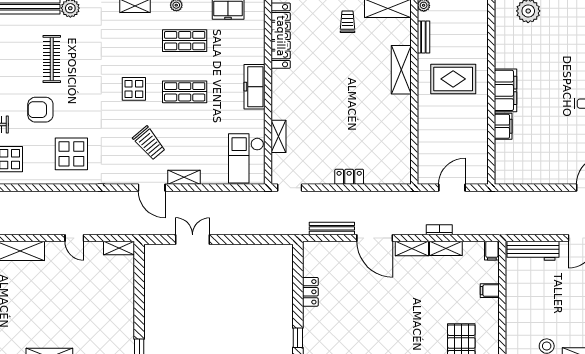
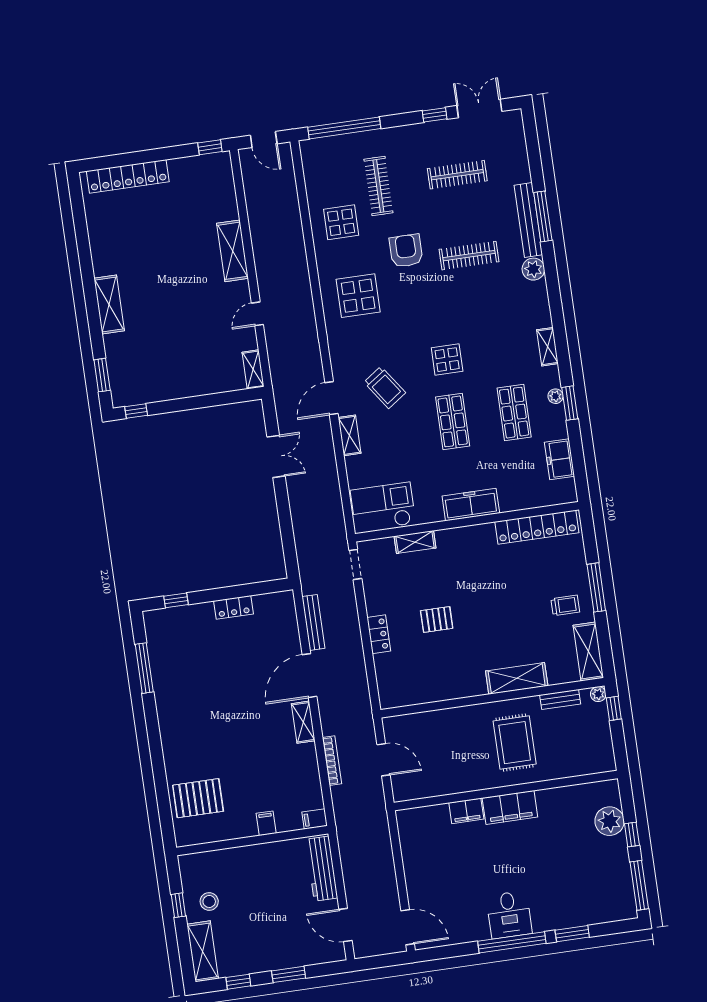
pallet: (344, 128) -> (437, 619), added
trolley: (149, 143) -> (385, 387), turned -85
bookcase: (439, 230) -> (332, 761), width x1.56
shelving: (446, 248) -> (309, 763), removed

